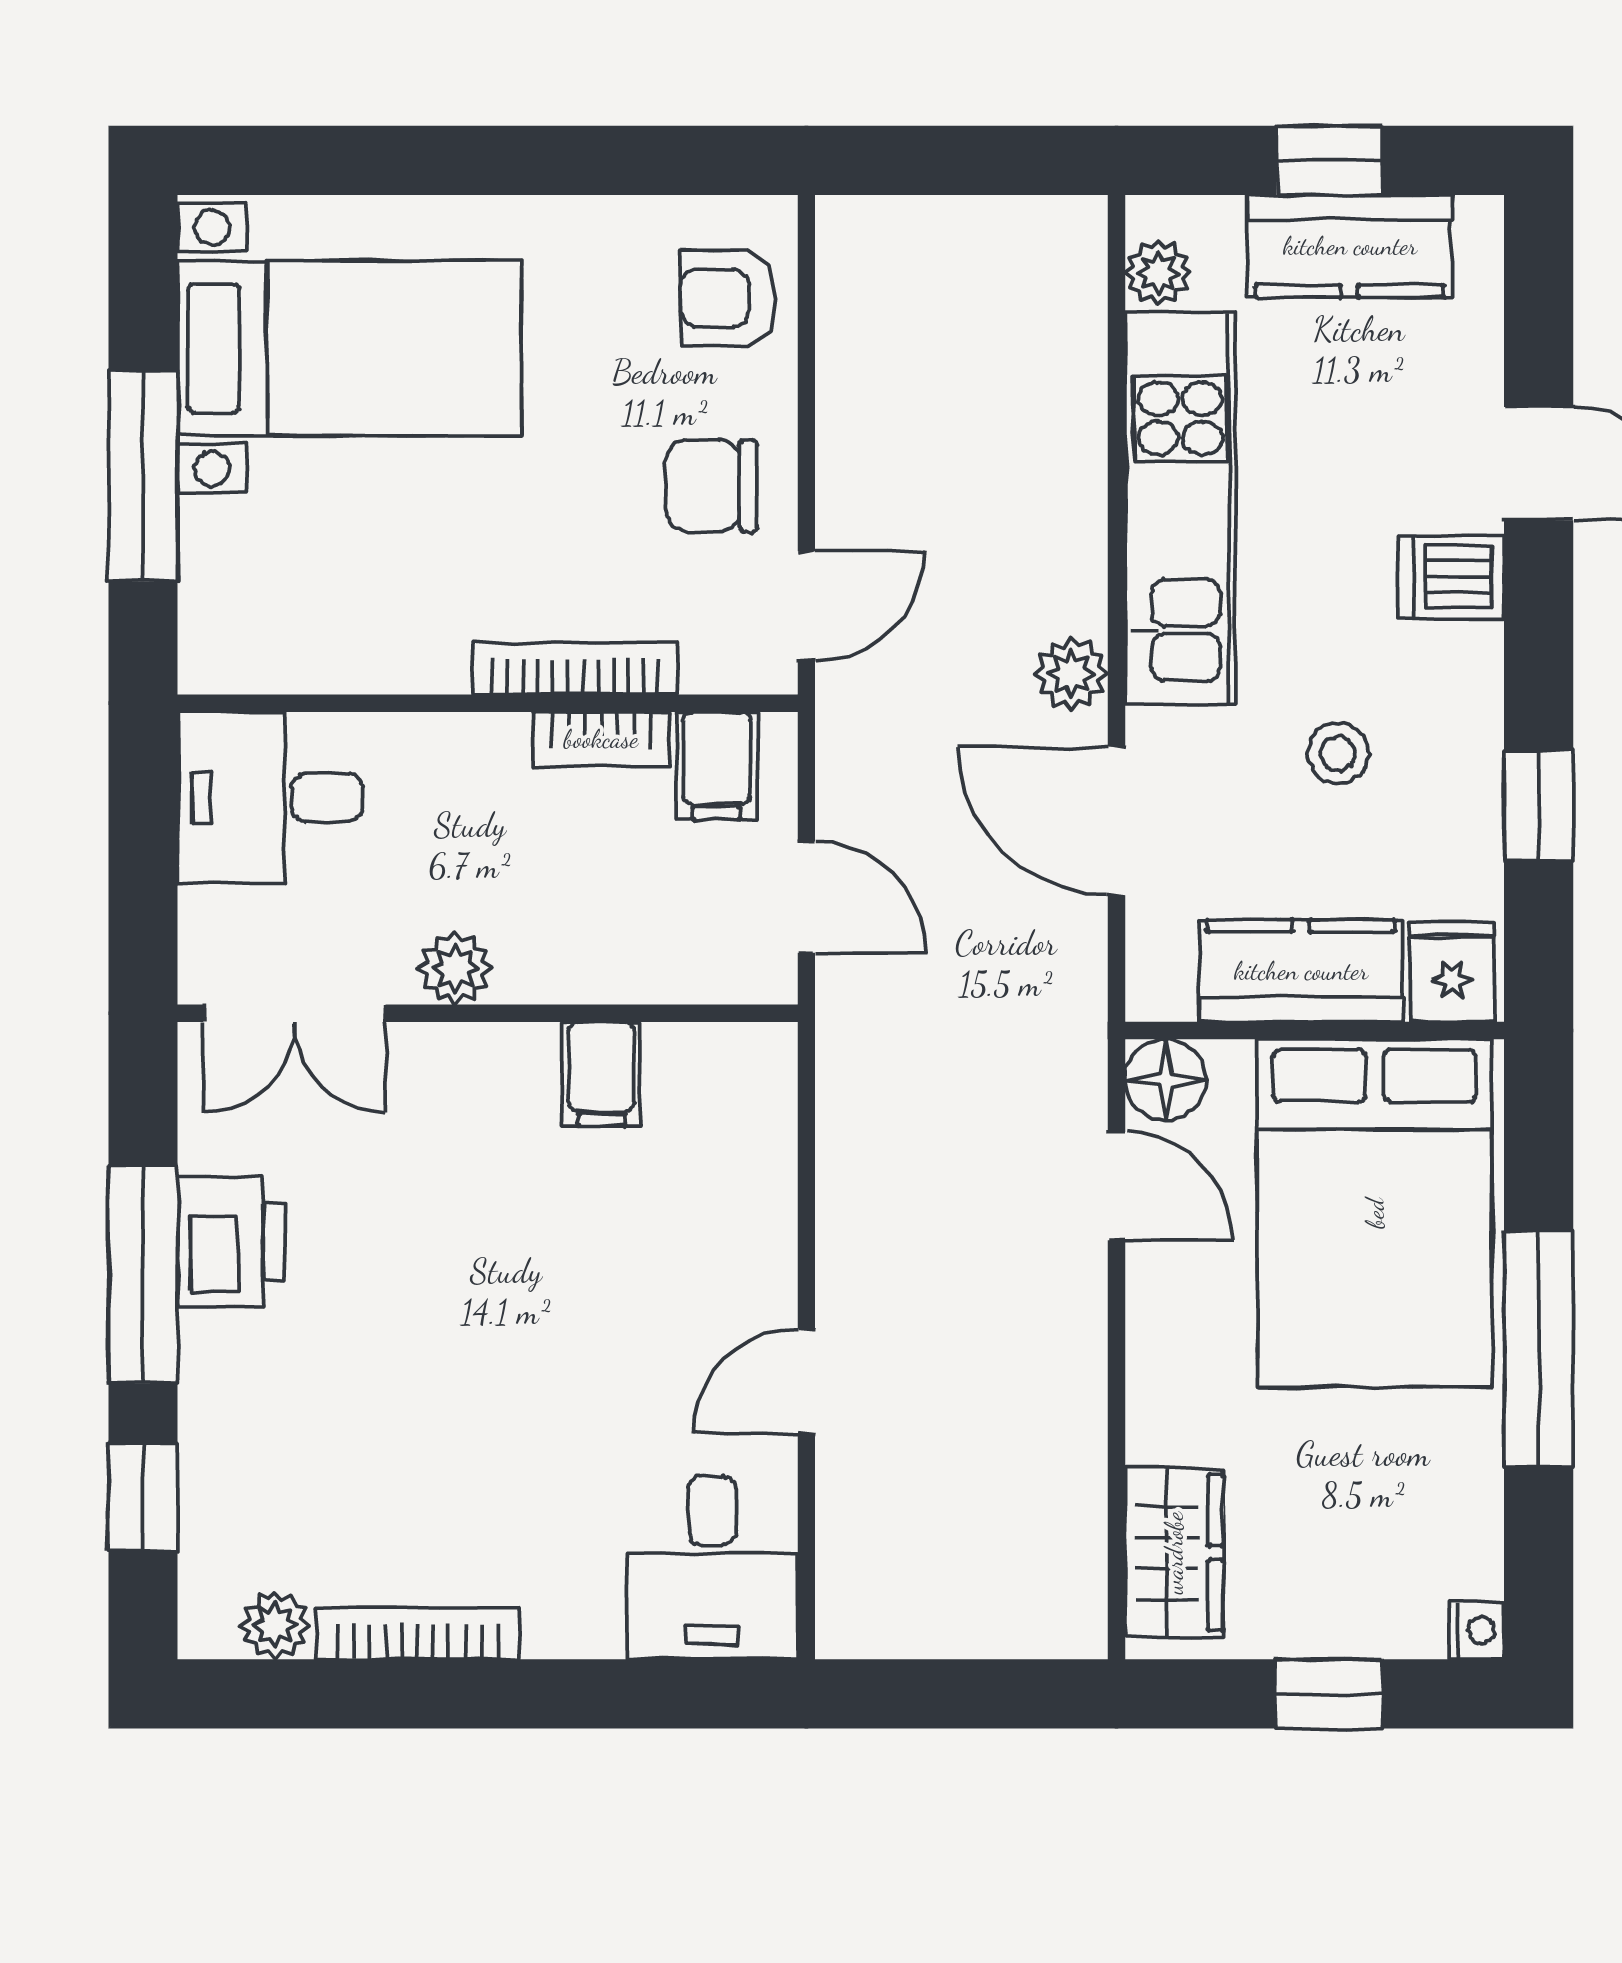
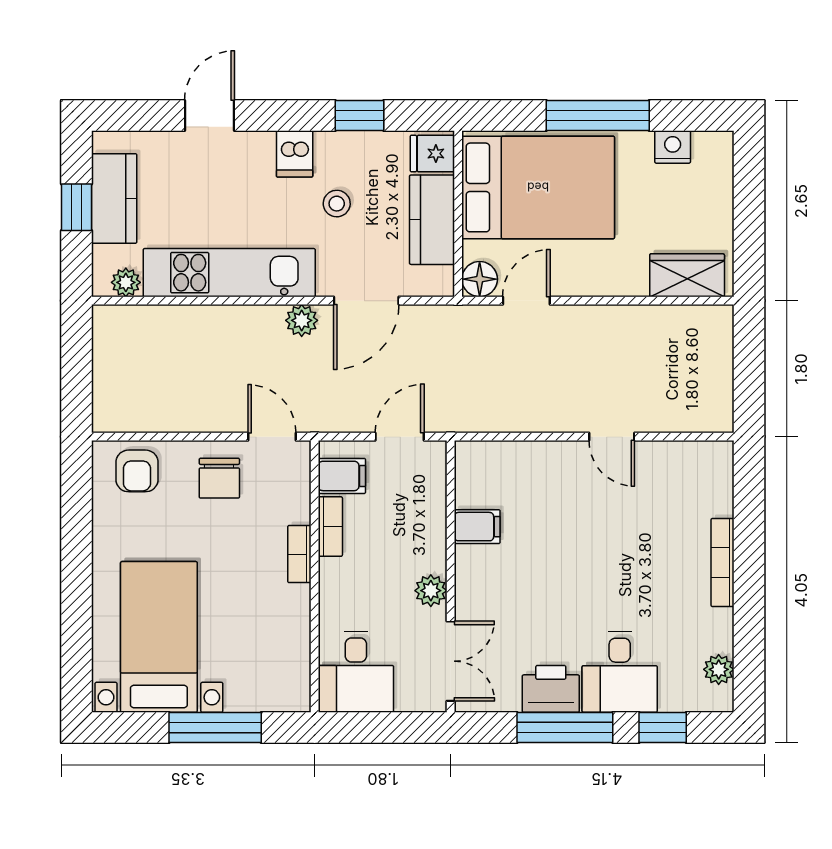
dishwasher: (1451, 577) -> (295, 154), moved
bookcase: (575, 668) -> (299, 554), width x0.64
desk: (712, 1567) -> (620, 672), moved, turned 90
nightstand: (1477, 1630) -> (673, 147), moved, width x1.39, depth x1.35
bookcase: (417, 1634) -> (723, 563), moved
window: (1329, 1694) -> (749, 208), removed

